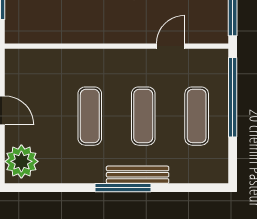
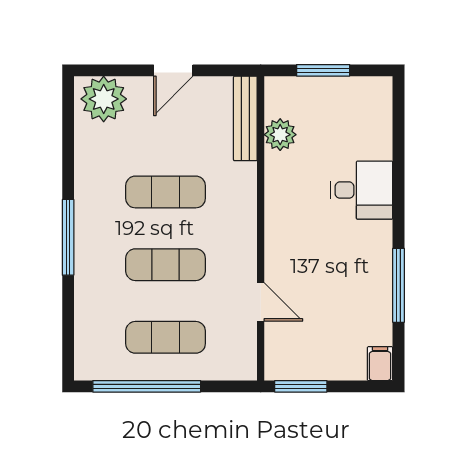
plant: (48, 32) -> (280, 135), added
window: (233, 97) -> (147, 386), moved
bench: (138, 175) -> (245, 118), moved

